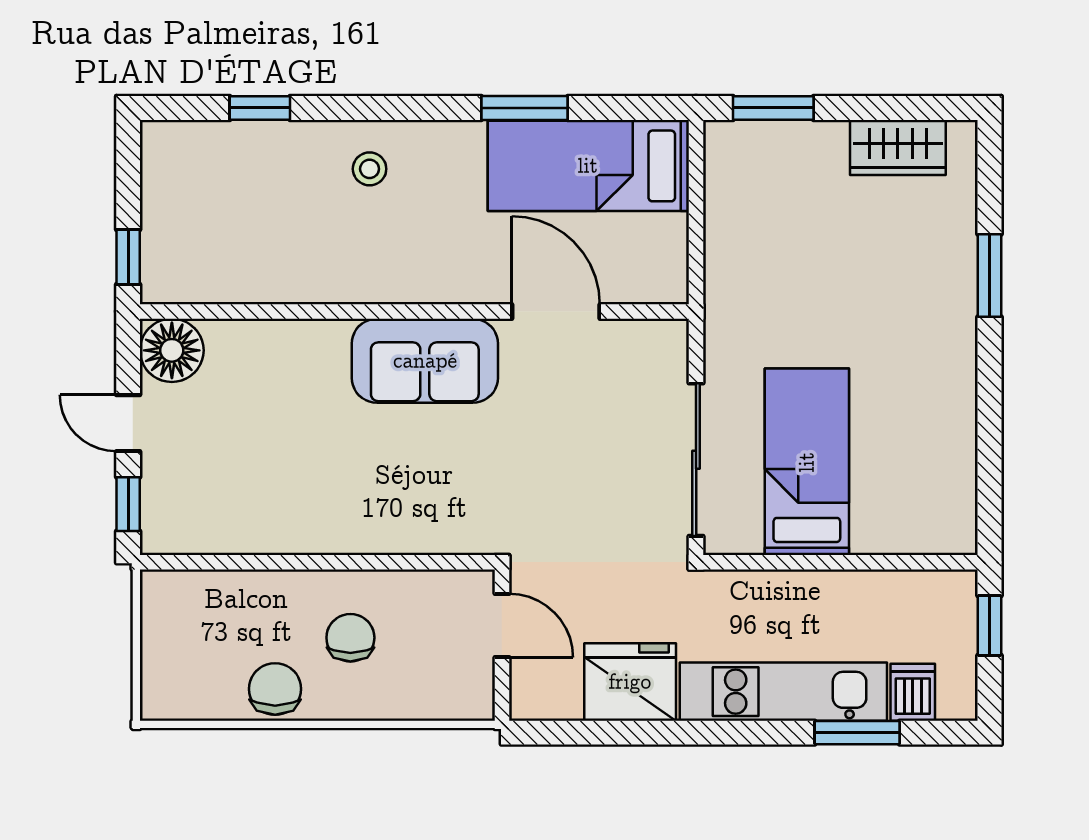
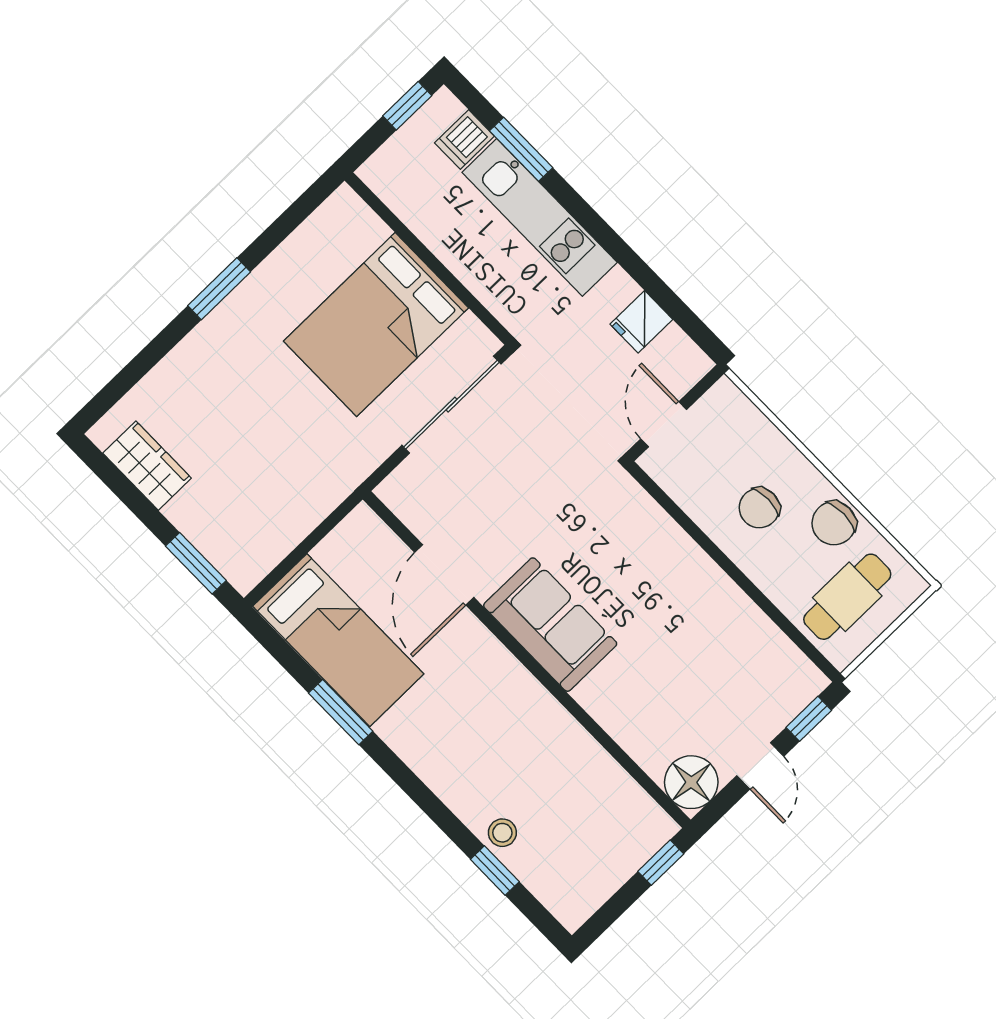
stool: (370, 169) -> (502, 833), moved
window: (989, 276) -> (219, 289), moved
bed: (807, 462) -> (376, 325), width x1.50
window: (989, 626) -> (407, 106), moved
cafe table: (201, 639) -> (847, 597), added
fridge: (630, 682) -> (641, 322), width x0.53, depth x0.75

